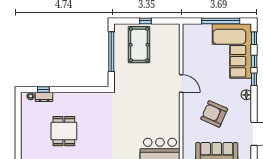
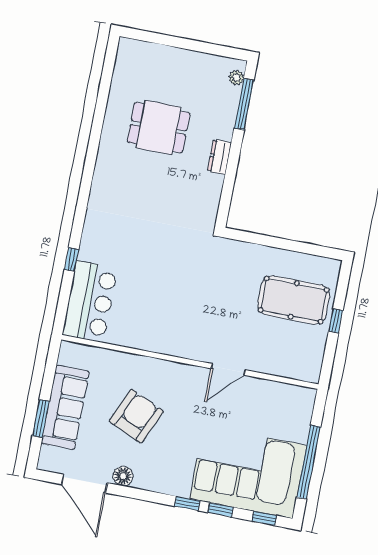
window: (111, 52) -> (290, 245), removed
door: (181, 84) -> (228, 369), moved
window: (43, 90) -> (244, 104), width x2.17
floor lamp: (246, 95) -> (123, 476), moved
dresser: (44, 97) -> (219, 157), moved

